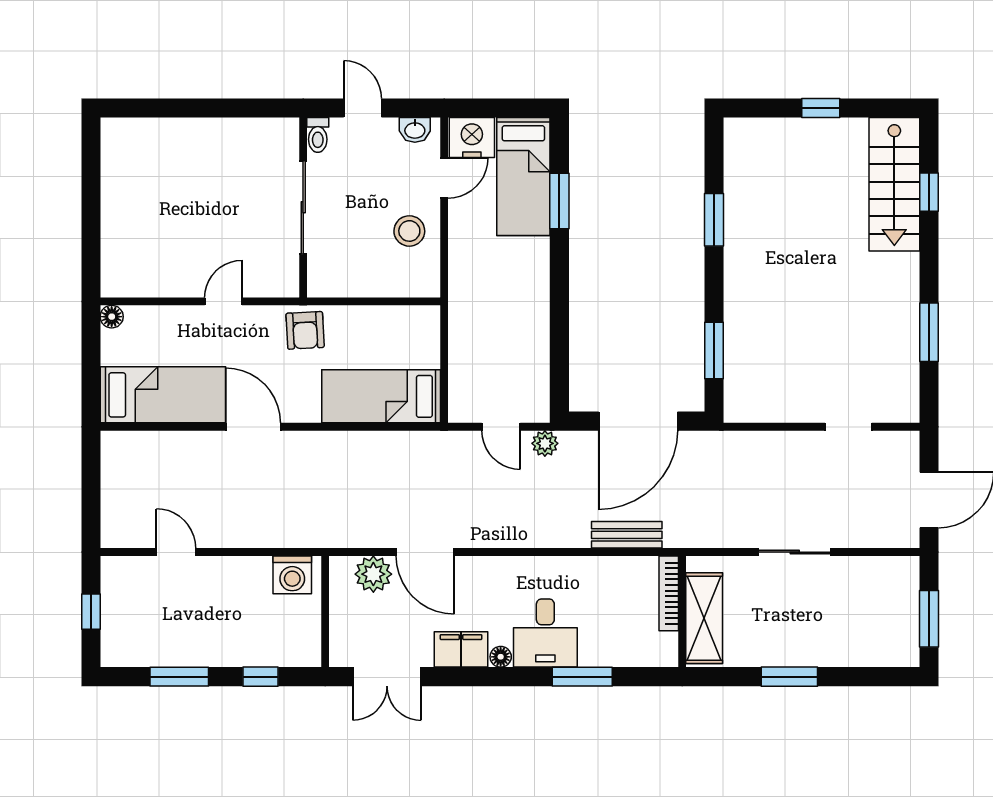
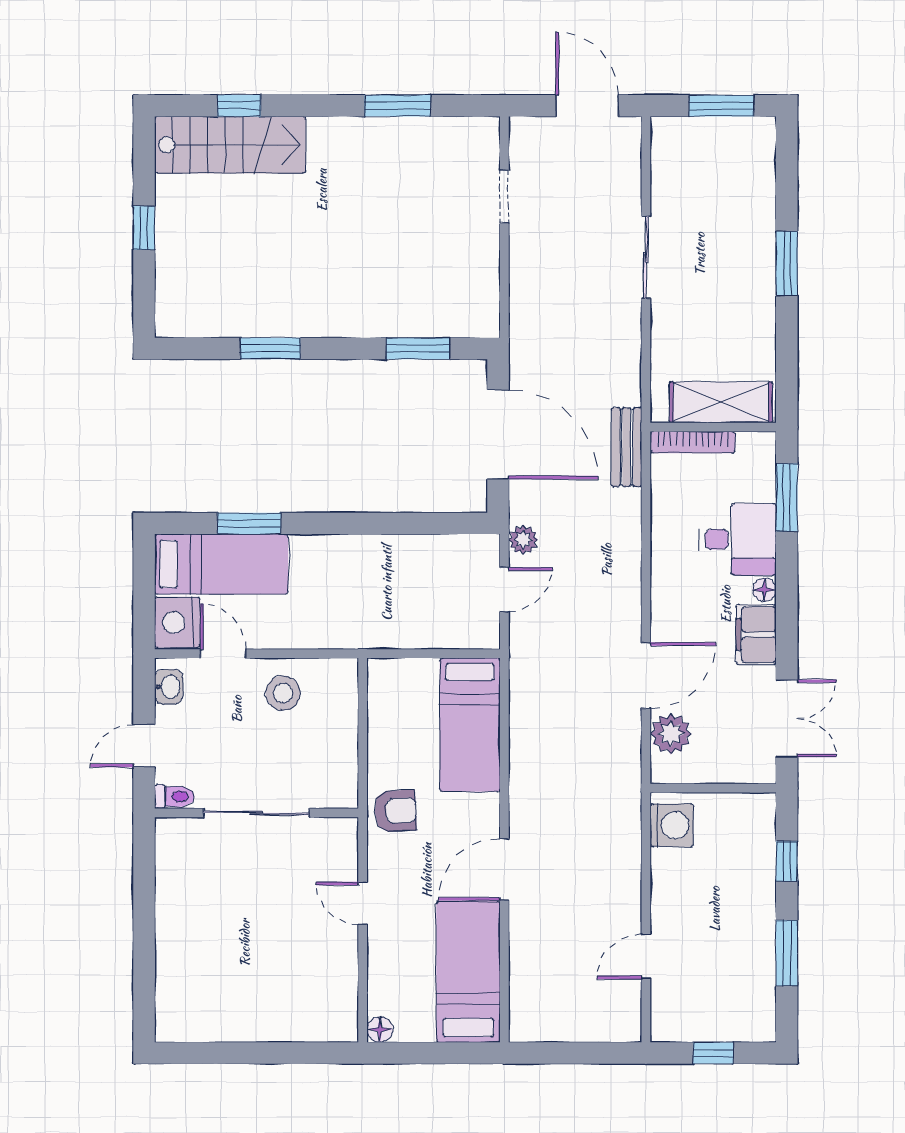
bookcase: (669, 593) -> (693, 442), moved
wall: (682, 612) -> (713, 427), moved
shelving: (704, 618) -> (721, 402), moved

